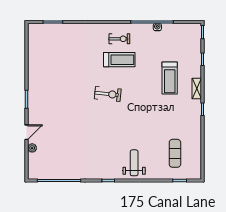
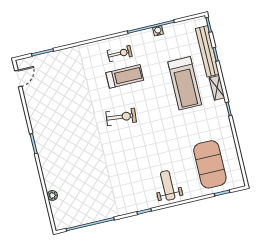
bench: (196, 55) -> (207, 51), added
treadmill: (170, 78) -> (185, 83), width x1.37, depth x1.38
door: (27, 132) -> (18, 79), moved
exercise mat: (175, 153) -> (210, 164), width x2.00, depth x1.45

